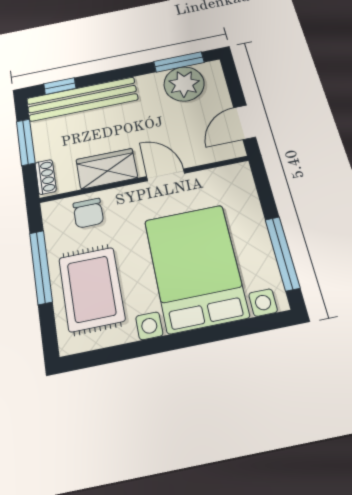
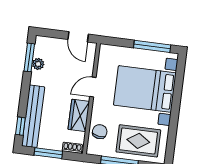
plant: (184, 84) -> (38, 64), width x0.53, depth x0.53
chair: (88, 213) -> (100, 132), turned -81

